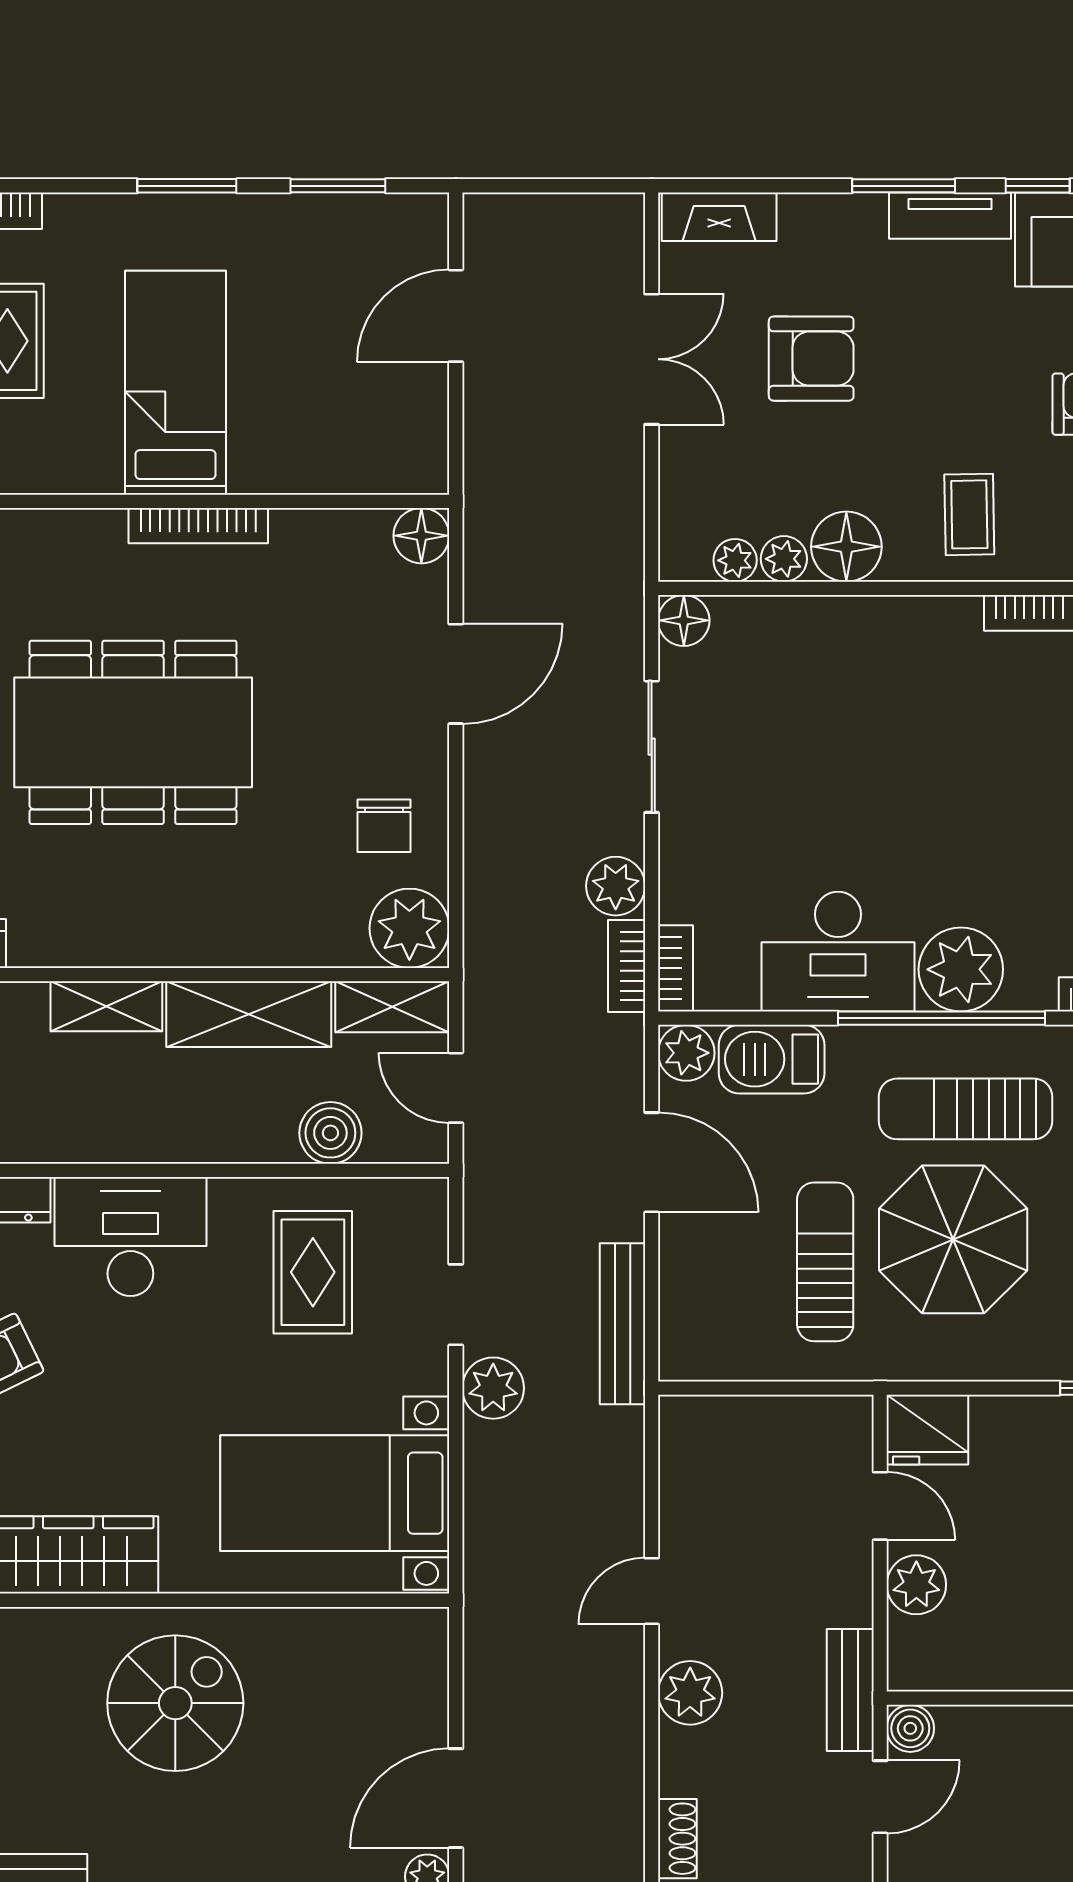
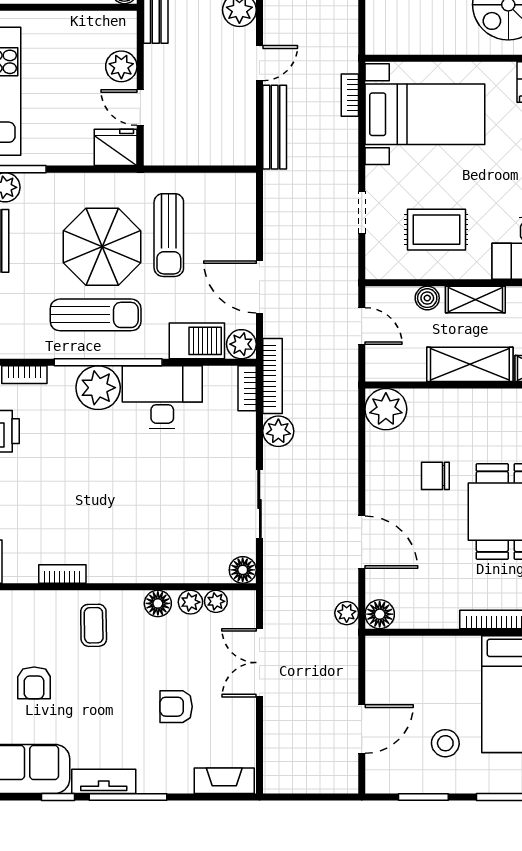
window: (904, 186) -> (128, 797), width x1.44
stool: (296, 289) -> (445, 743), added
double door: (652, 359) -> (260, 663), moved
armchair: (811, 359) -> (176, 707), width x0.72, depth x0.72
floor lamp: (846, 547) -> (158, 603), width x0.73, depth x0.73
door: (456, 674) -> (362, 542), swing flipped
chair: (384, 826) -> (435, 476), moved, turned -90
bookcase: (627, 966) -> (273, 376), width x1.56
shelving: (392, 1007) -> (475, 300), moved
boiler: (330, 1133) -> (427, 298), width x0.73, depth x0.73
rug: (313, 1272) -> (436, 230), turned 90
bench: (623, 1324) -> (275, 127), moved
plant: (493, 1388) -> (347, 613), moved, width x0.73, depth x0.73
bookcase: (479, 1530) -> (350, 95), added

